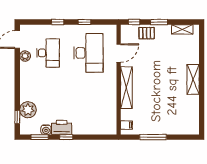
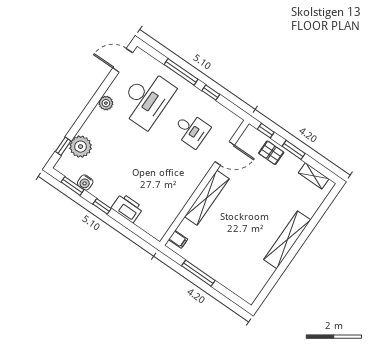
window: (58, 22) -> (181, 72), width x2.17
desk: (48, 53) -> (147, 99), width x1.36, depth x1.30
desk: (88, 53) -> (191, 130), width x0.53, depth x0.77
plant: (25, 56) -> (106, 103), moved
shelving: (193, 79) -> (287, 240), width x1.47
printer: (62, 127) -> (127, 208), moved

